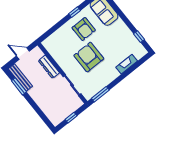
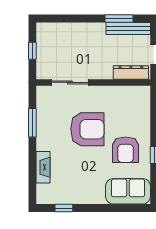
armchair: (84, 29) -> (125, 150), turned -90
dresser: (49, 67) -> (131, 73), moved
window: (100, 94) -> (32, 123), moved

